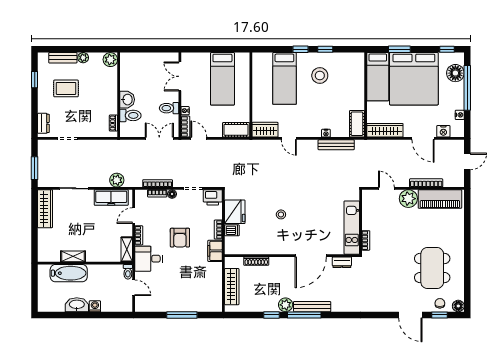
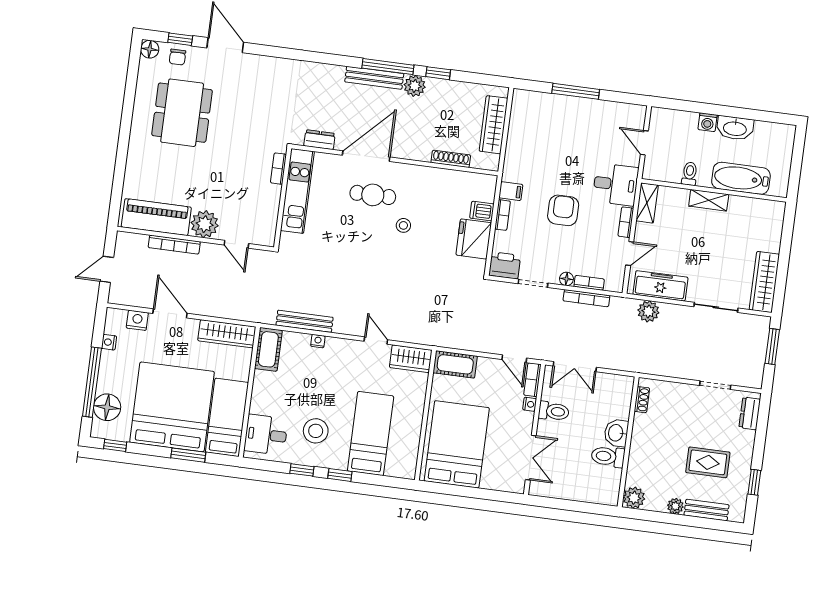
desk: (351, 69) -> (266, 435), added
bed: (222, 79) -> (457, 444), width x1.50
toilet: (130, 115) -> (608, 457), moved
cafe table: (303, 231) -> (373, 195), added
filing cabinet: (215, 251) -> (511, 191), width x0.50
shelving: (73, 256) -> (709, 200), moved
toilet: (128, 272) -> (690, 174), moved

